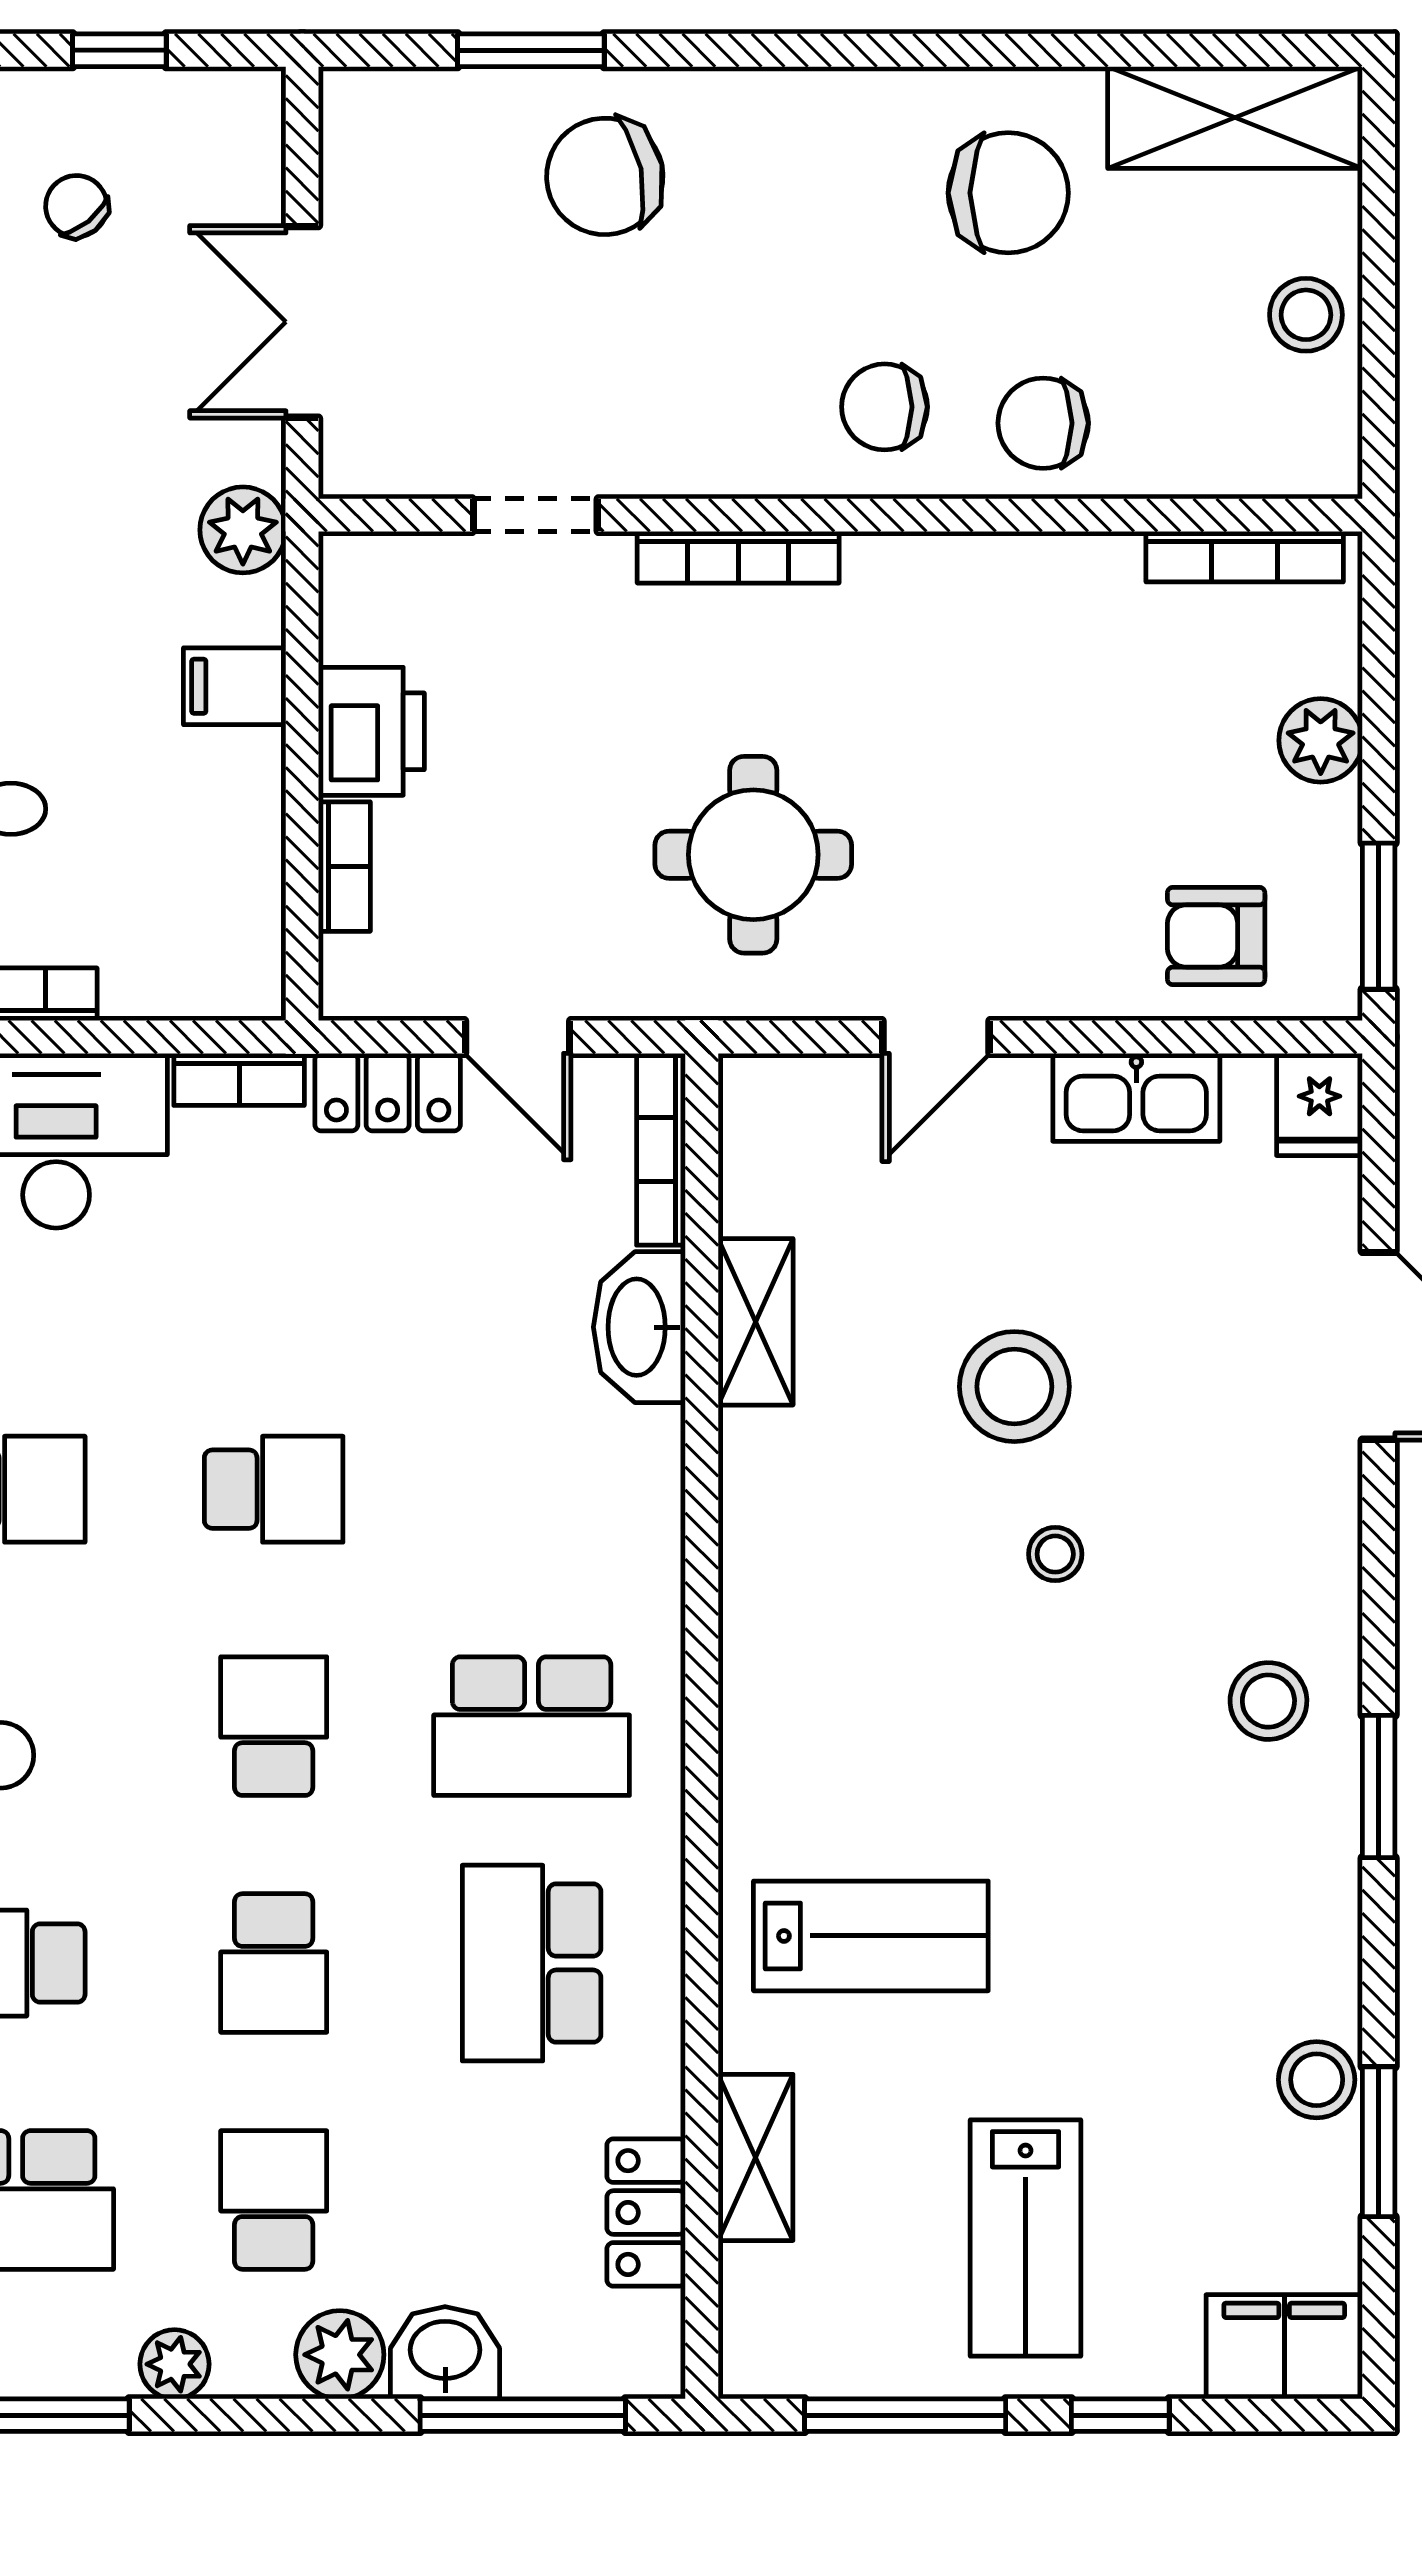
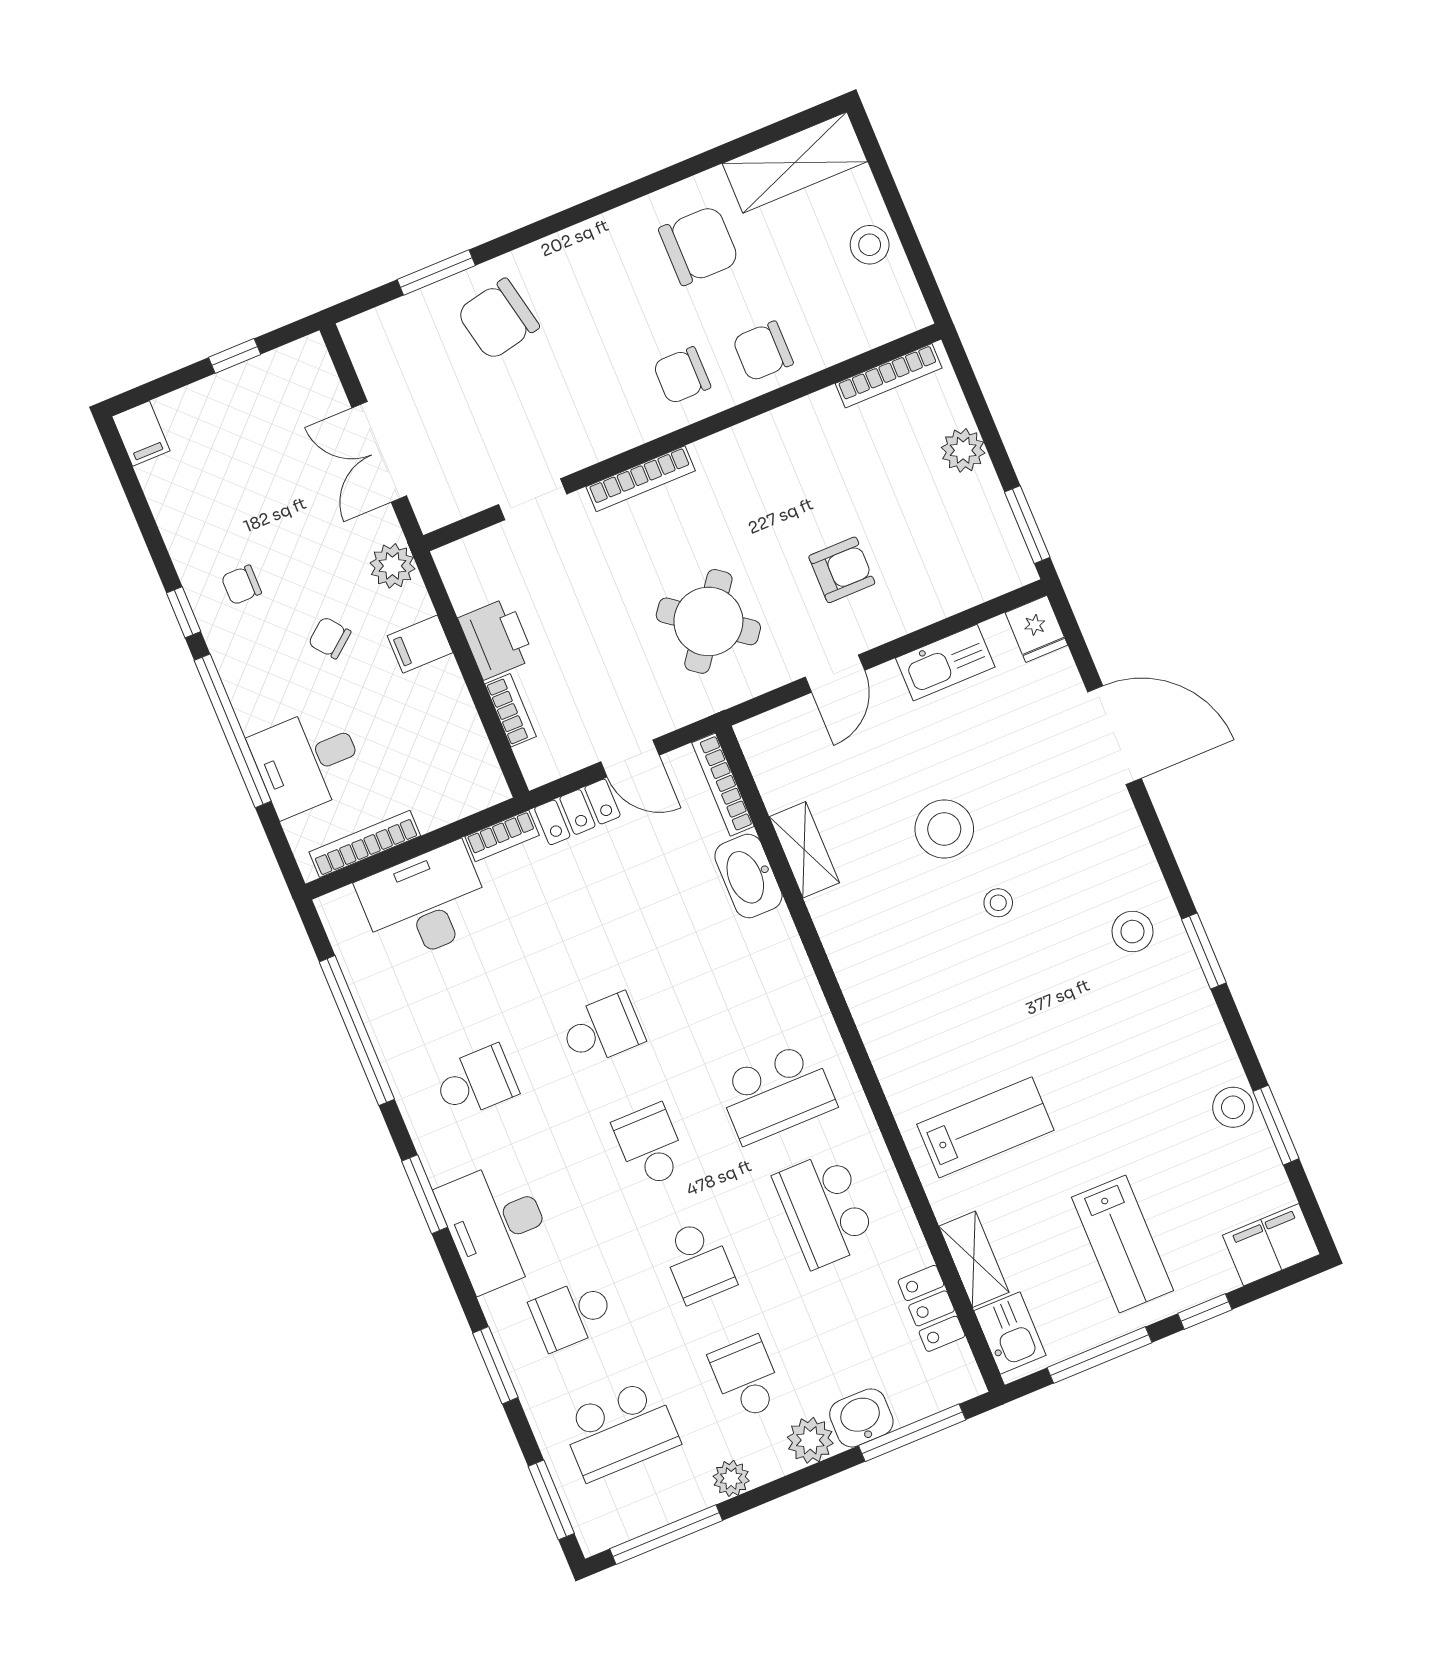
chair: (76, 206) -> (330, 638), moved
round table: (753, 855) -> (708, 621), turned 37
armchair: (1216, 936) -> (842, 570), moved, turned 180
kitchen sink: (765, 2312) -> (1010, 1333), added

